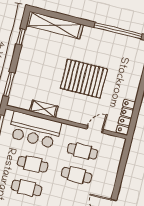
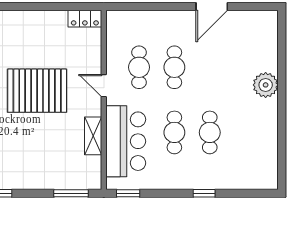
pallet: (84, 79) -> (37, 91), turned 90
locker: (126, 117) -> (85, 19), width x0.66
door: (95, 129) -> (104, 86), moved

